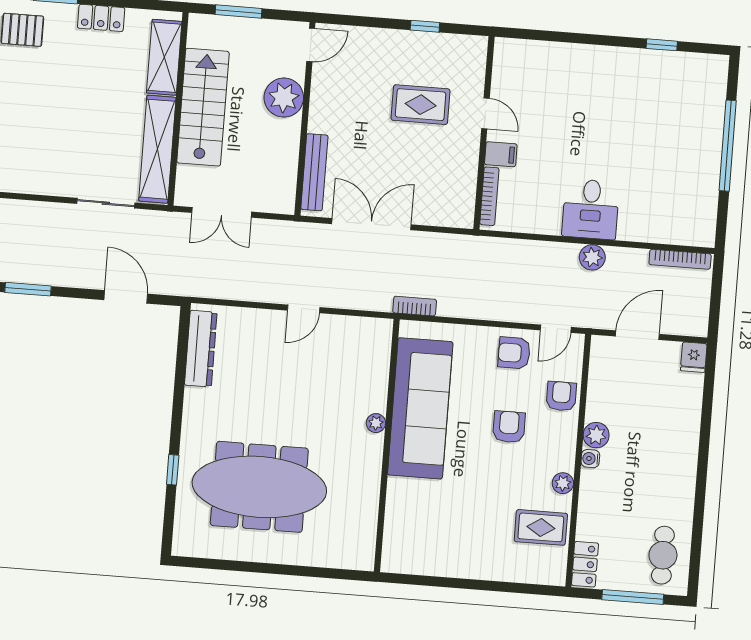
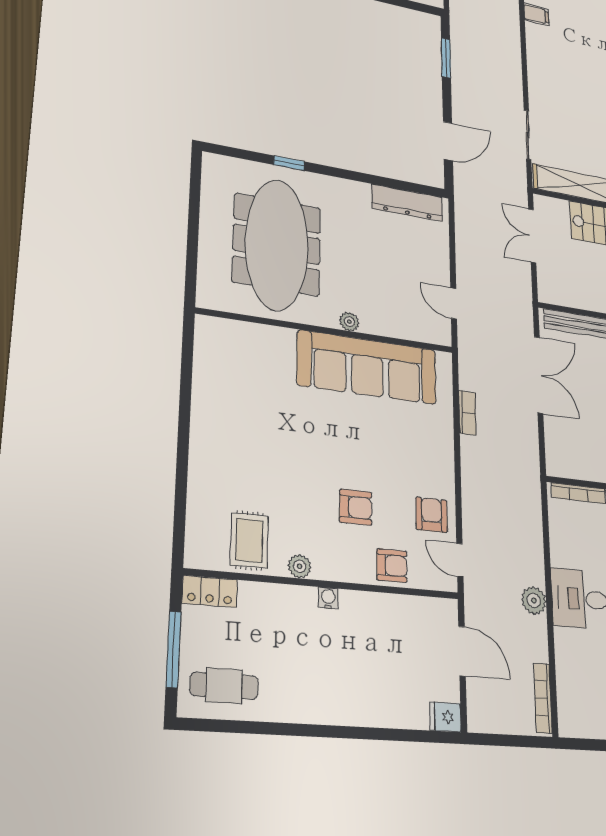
sofa: (420, 408) -> (367, 367), moved
plant: (376, 423) -> (349, 322), moved
plant: (596, 435) -> (354, 605), removed
wall: (387, 446) -> (328, 331), moved

